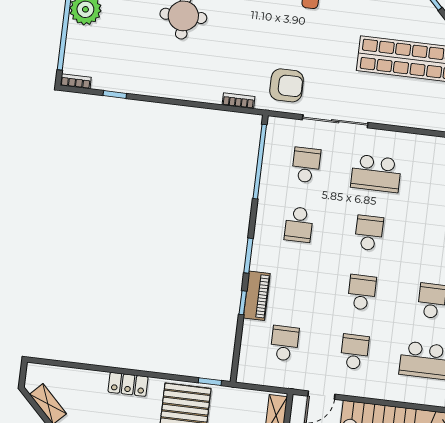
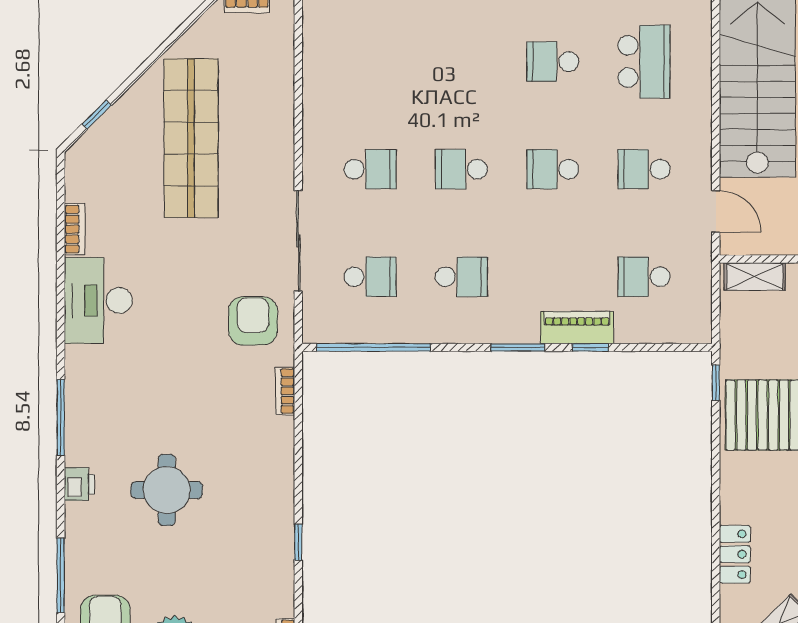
window: (115, 95) -> (298, 542), moved
school desk: (306, 165) -> (370, 277), turned 180
school desk: (376, 173) -> (370, 169), width x0.54
locker: (128, 384) -> (735, 554), moved

